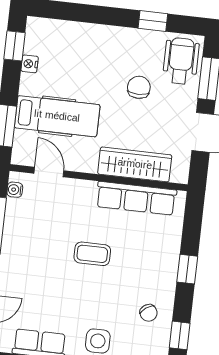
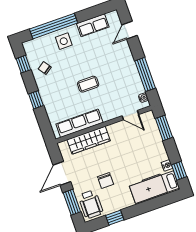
hospital bed: (57, 116) -> (155, 187), moved

